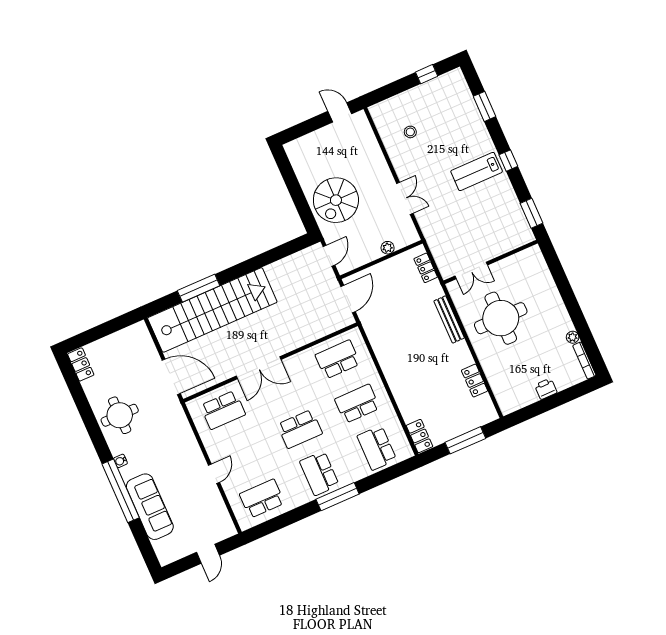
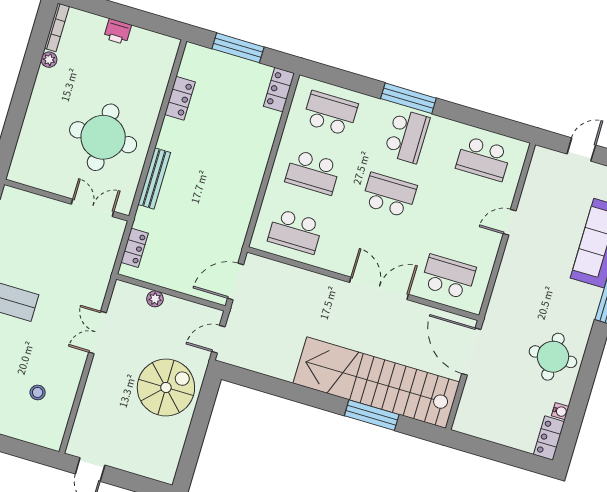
school desk: (377, 448) -> (330, 113), turned -90
water cooler: (120, 461) -> (560, 411), moved

